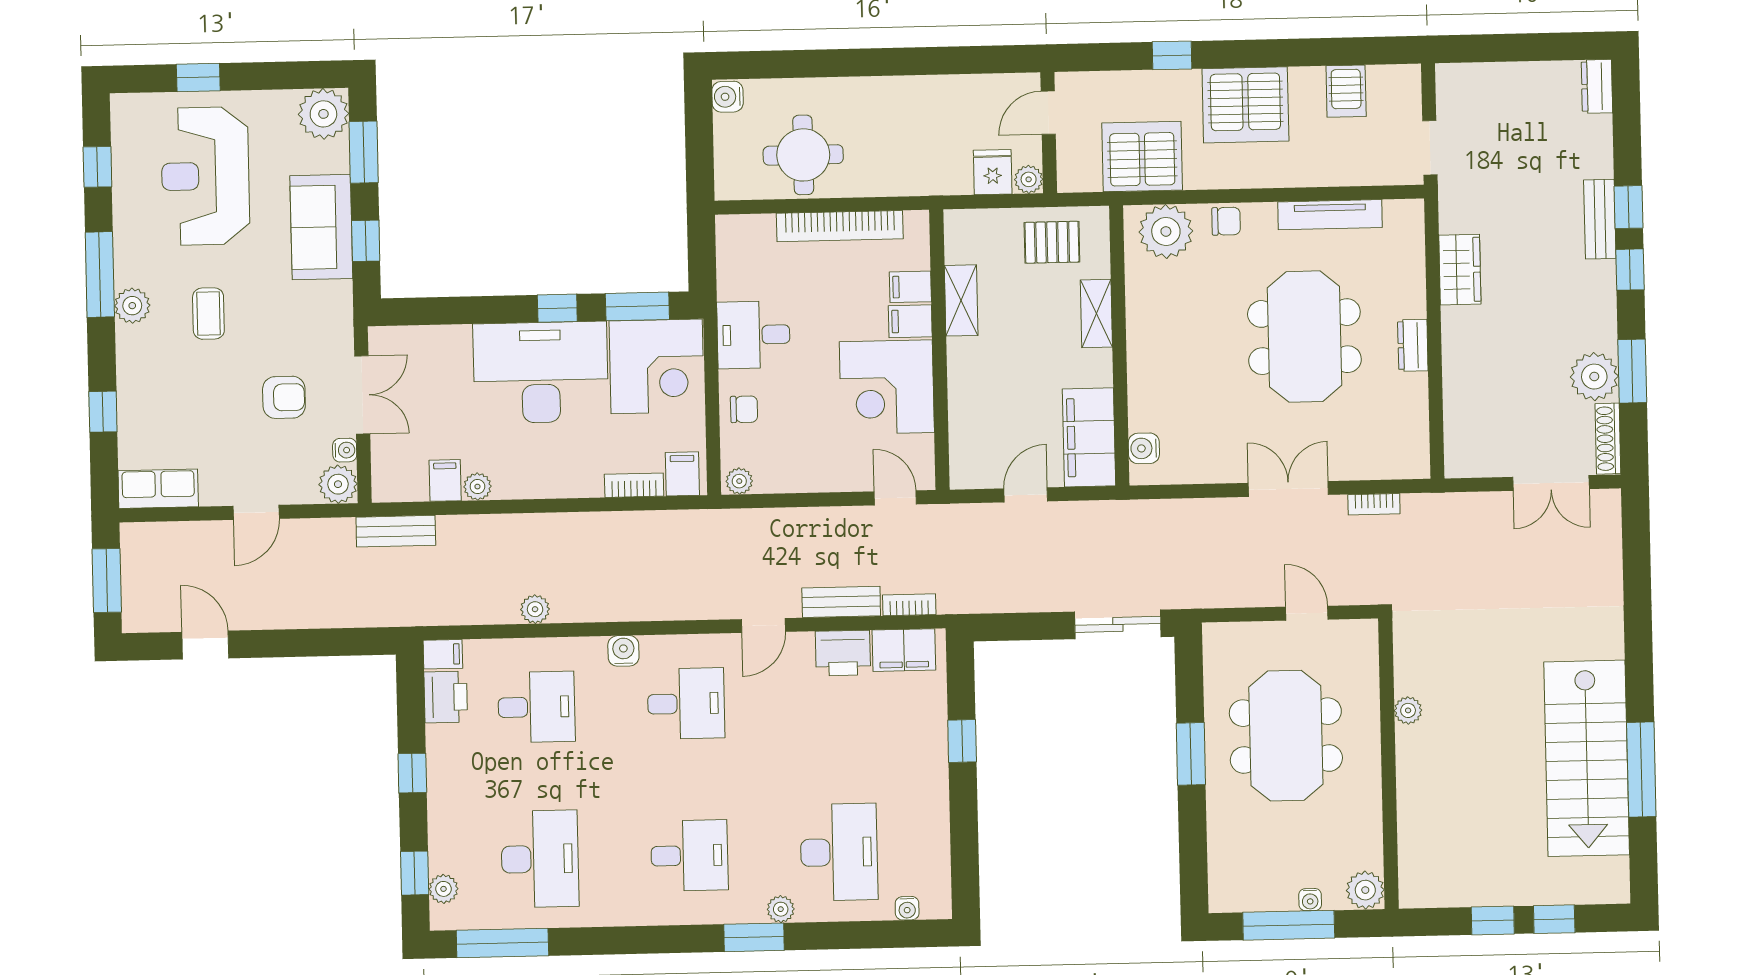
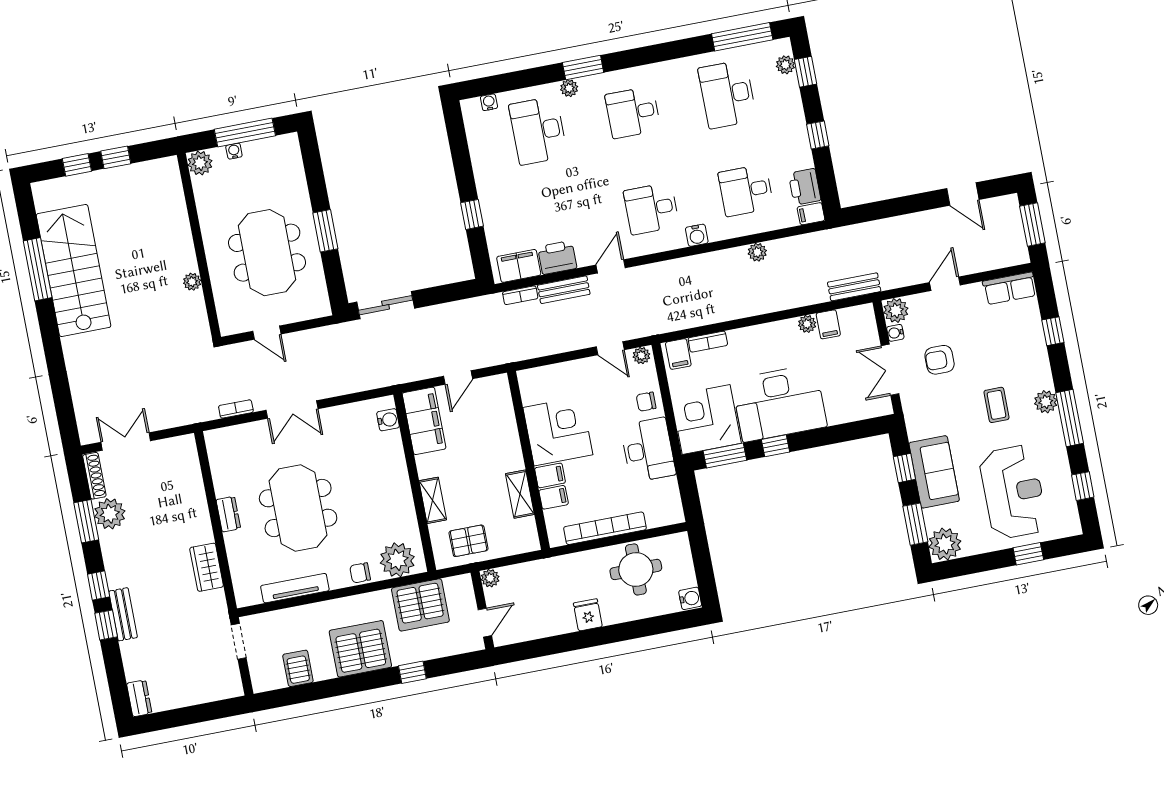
fridge: (993, 172) -> (588, 615), moved, turned 180
desk: (754, 335) -> (648, 450), width x1.37
door: (895, 498) -> (610, 348), moved

